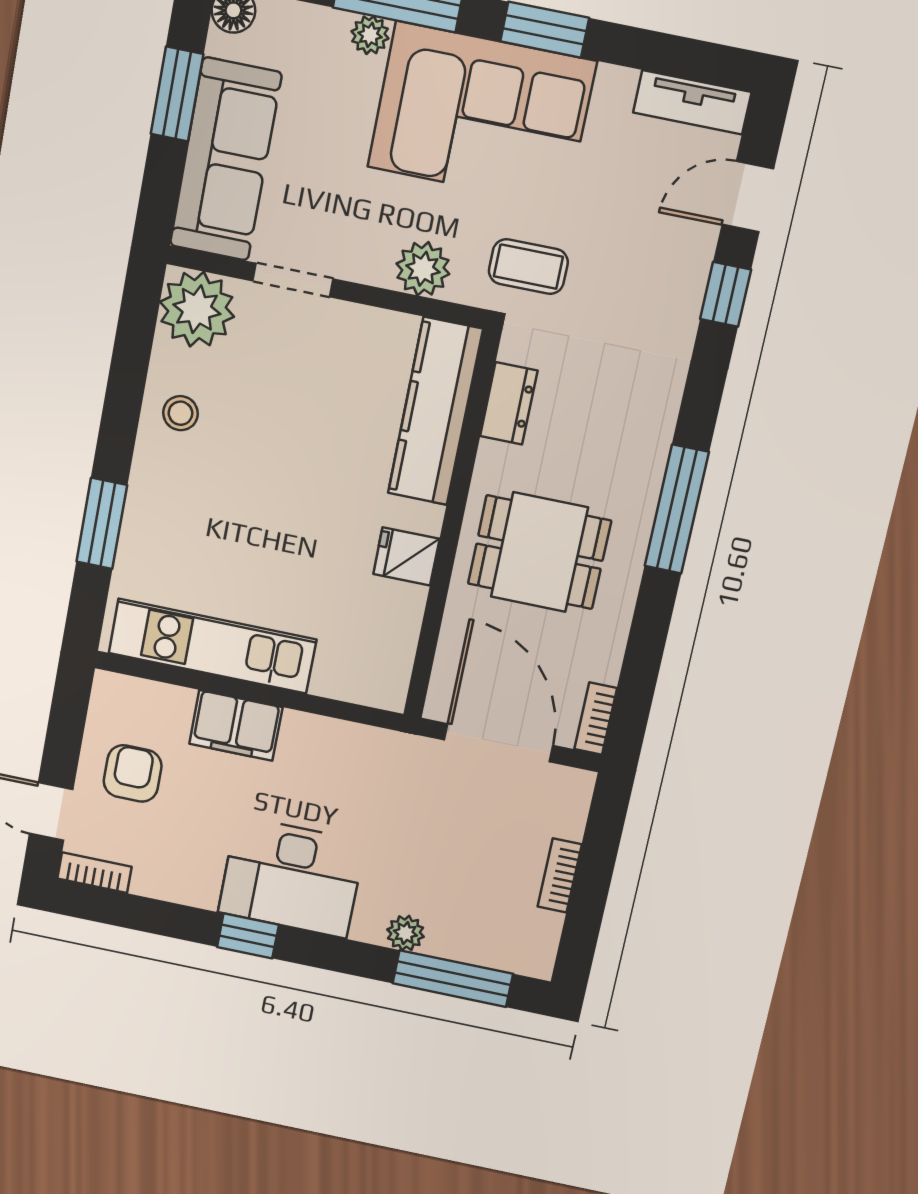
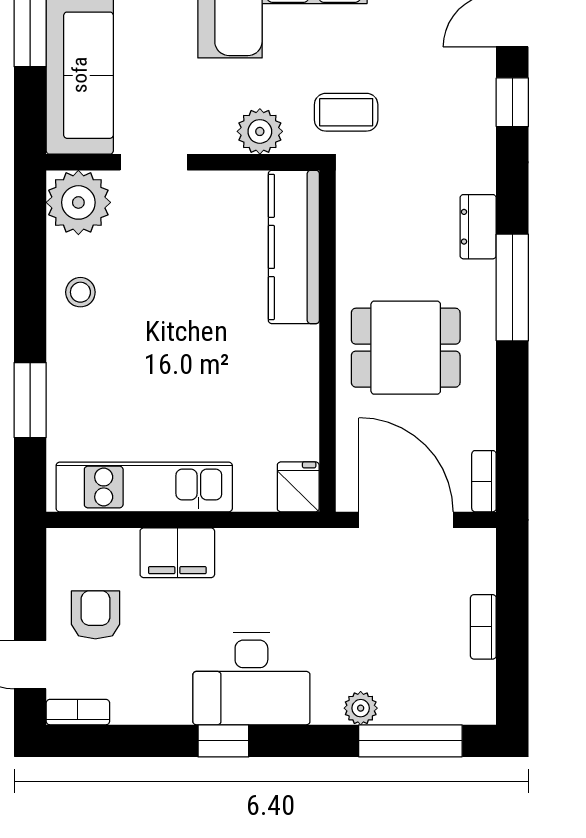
dresser: (509, 403) -> (478, 227), moved, turned 180
fridge: (406, 556) -> (298, 487), moved, turned 90

